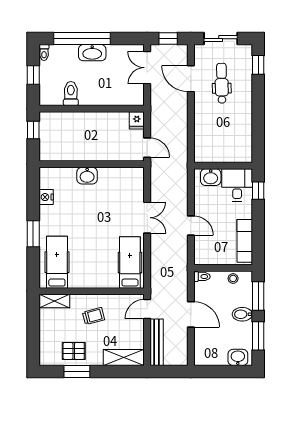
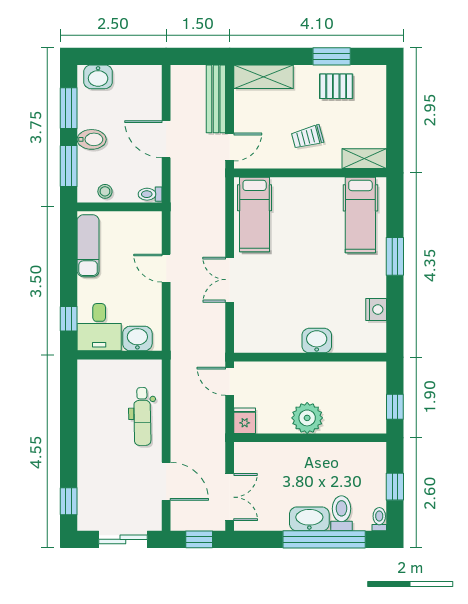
dental chair: (222, 83) -> (142, 416), moved
toilet: (71, 94) -> (341, 513), moved, turned 180
plant: (94, 122) -> (307, 418), added

